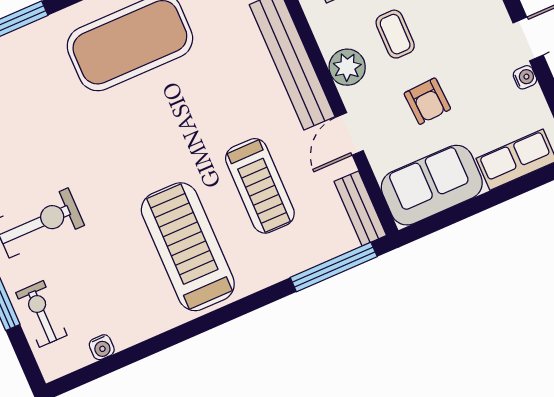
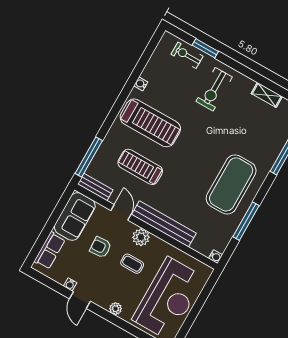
exercise bike: (41, 314) -> (187, 55), turned 180
water cooler: (102, 347) -> (141, 84), moved

